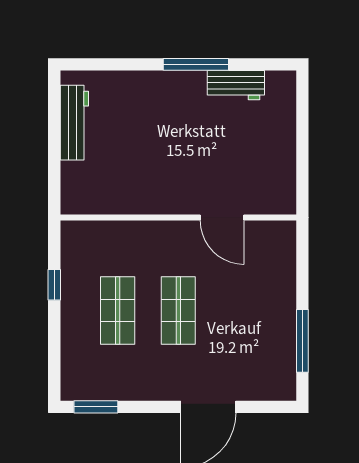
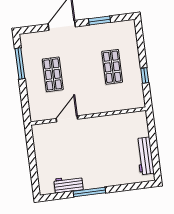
door: (222, 217) -> (67, 119), hinge flipped
shop shelf: (178, 311) -> (53, 74), moved
window: (96, 407) -> (100, 21), moved

